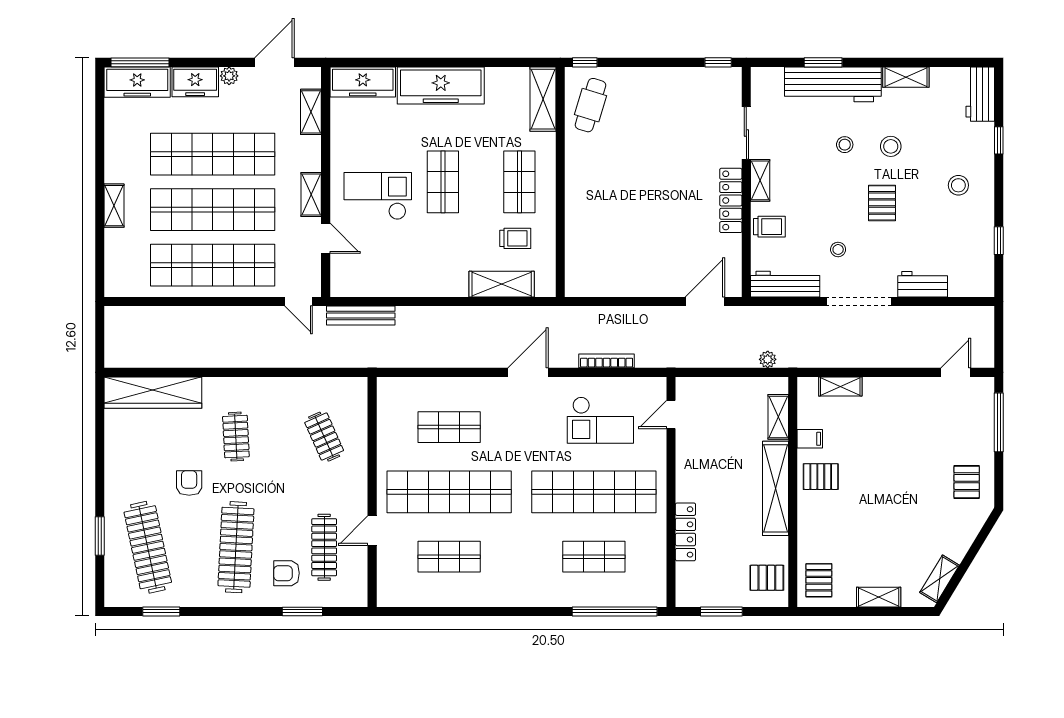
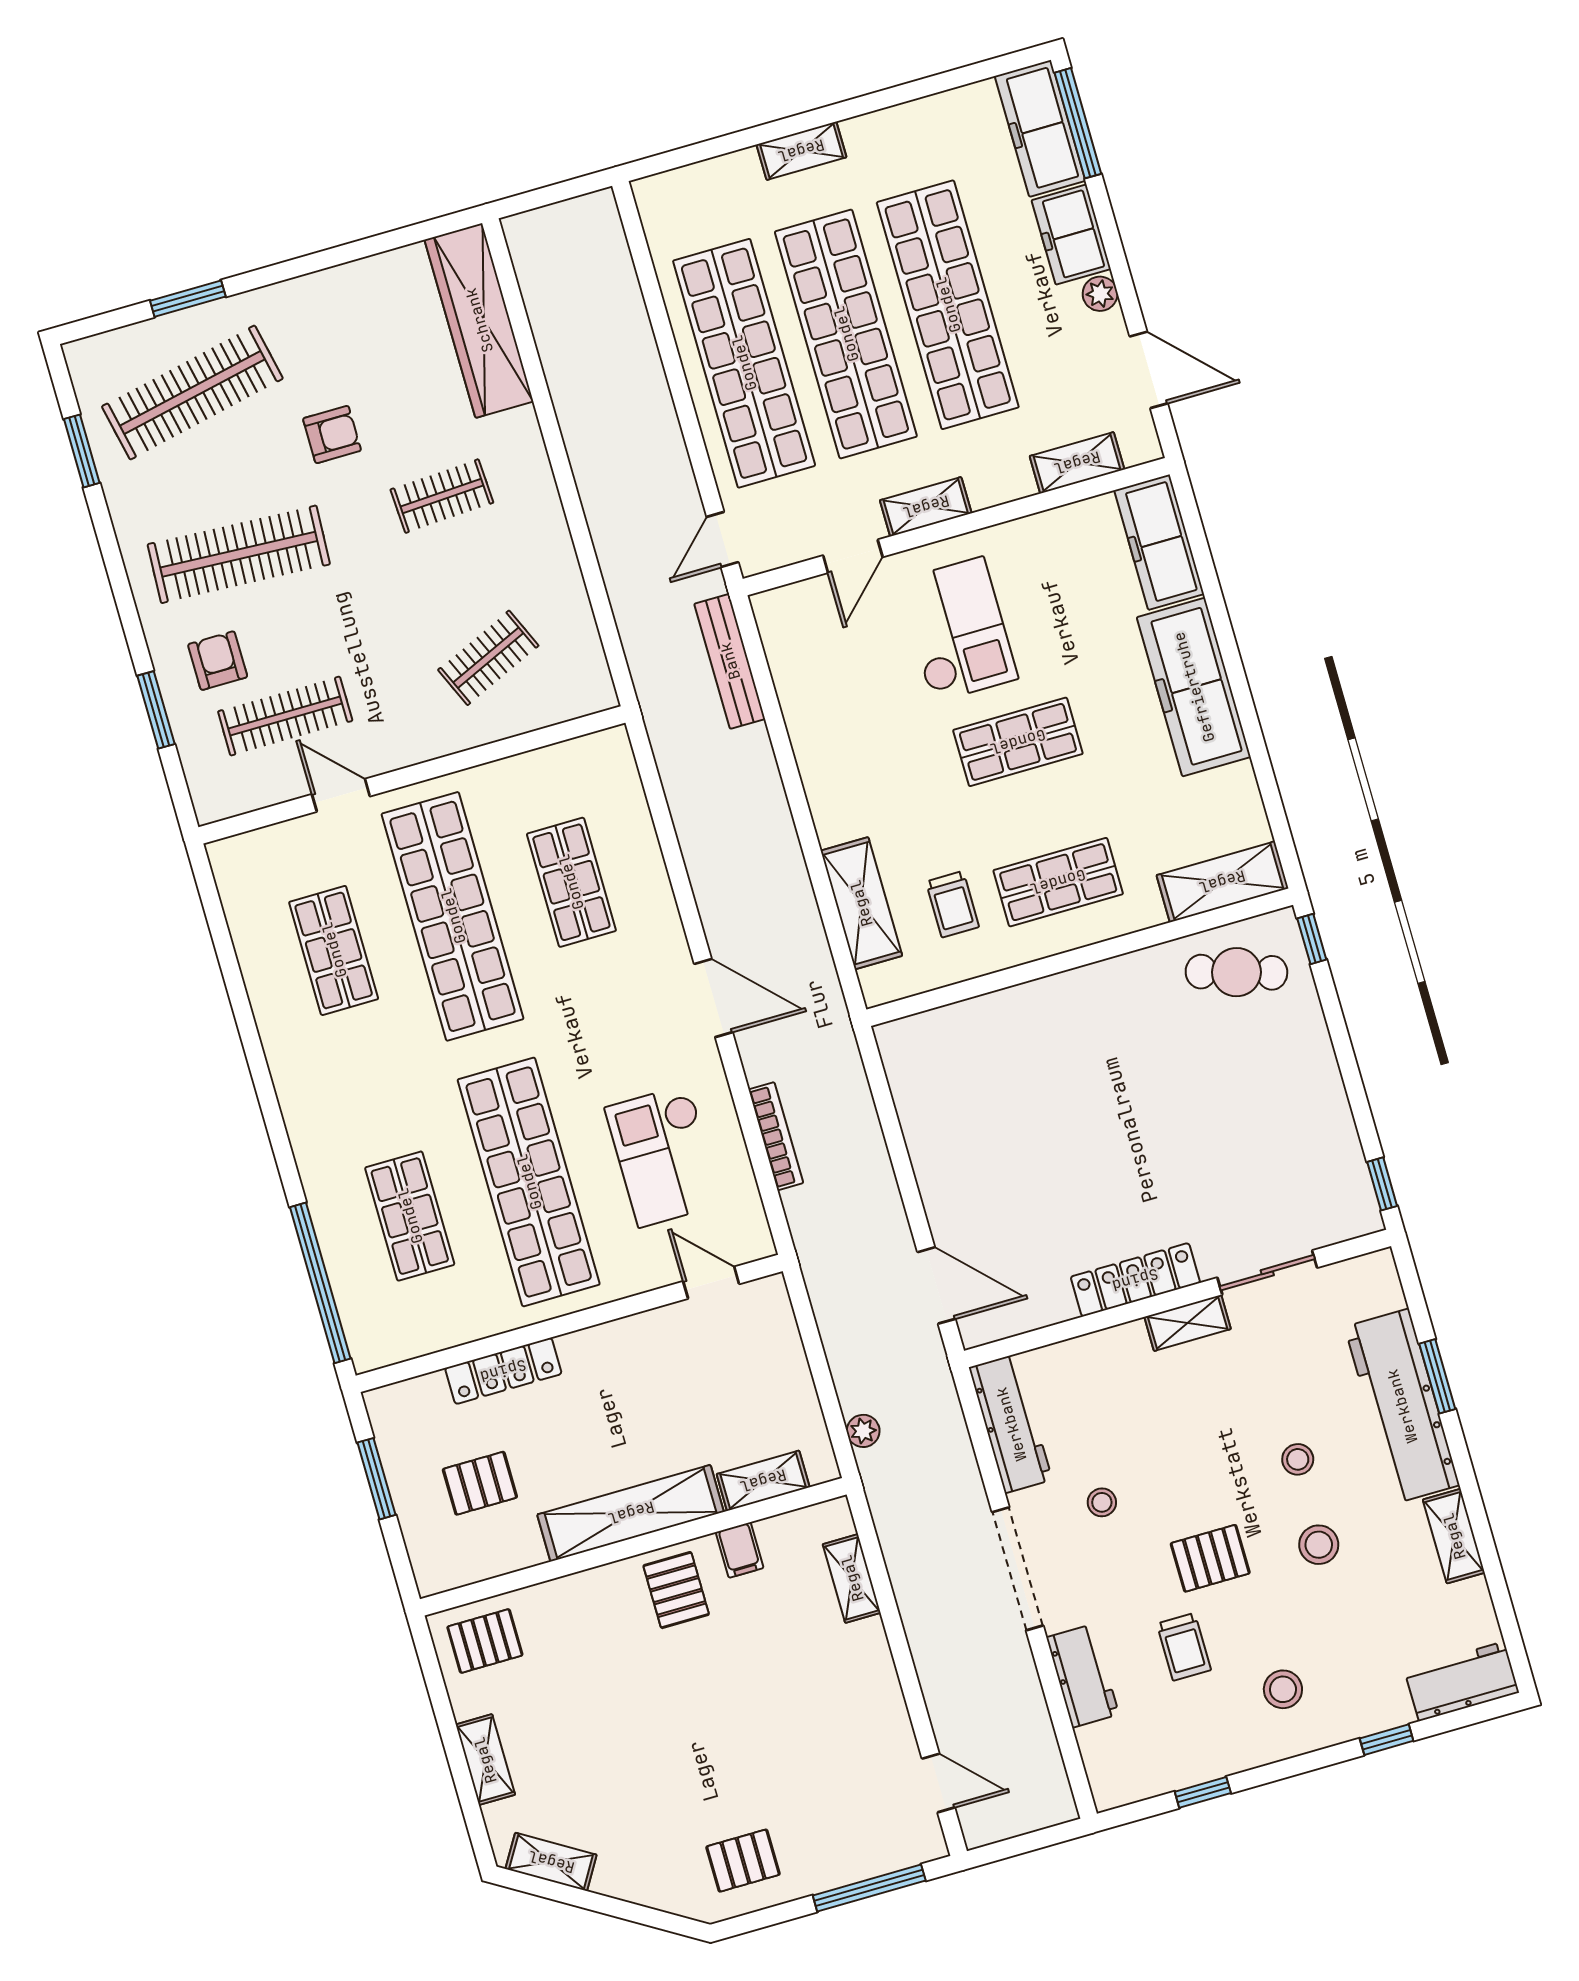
trolley: (769, 227) -> (1184, 1647), moved
pallet: (767, 578) -> (480, 1483), moved, turned 90

